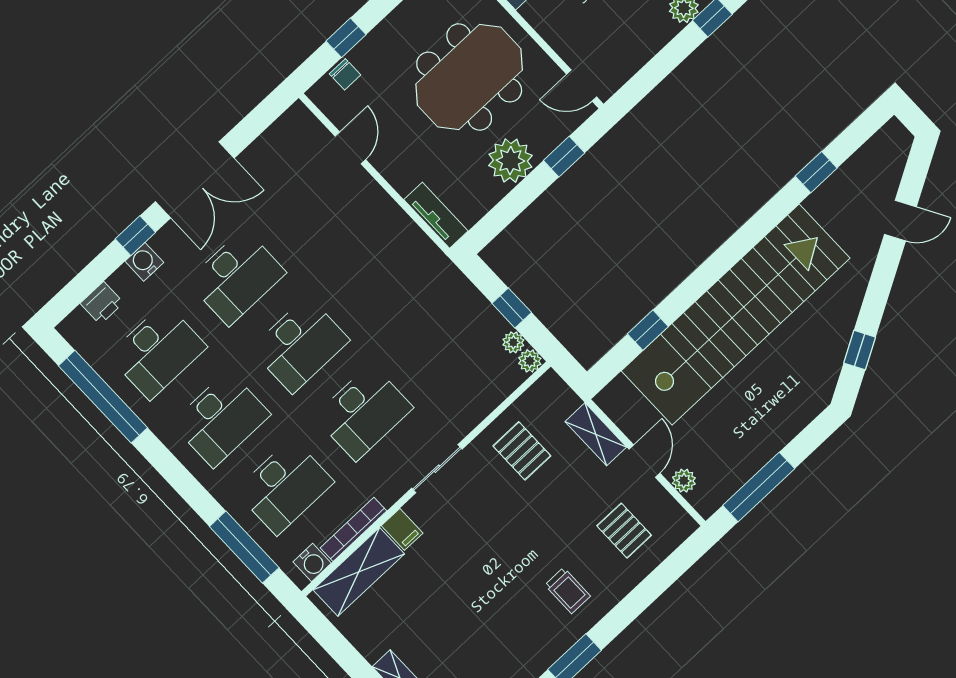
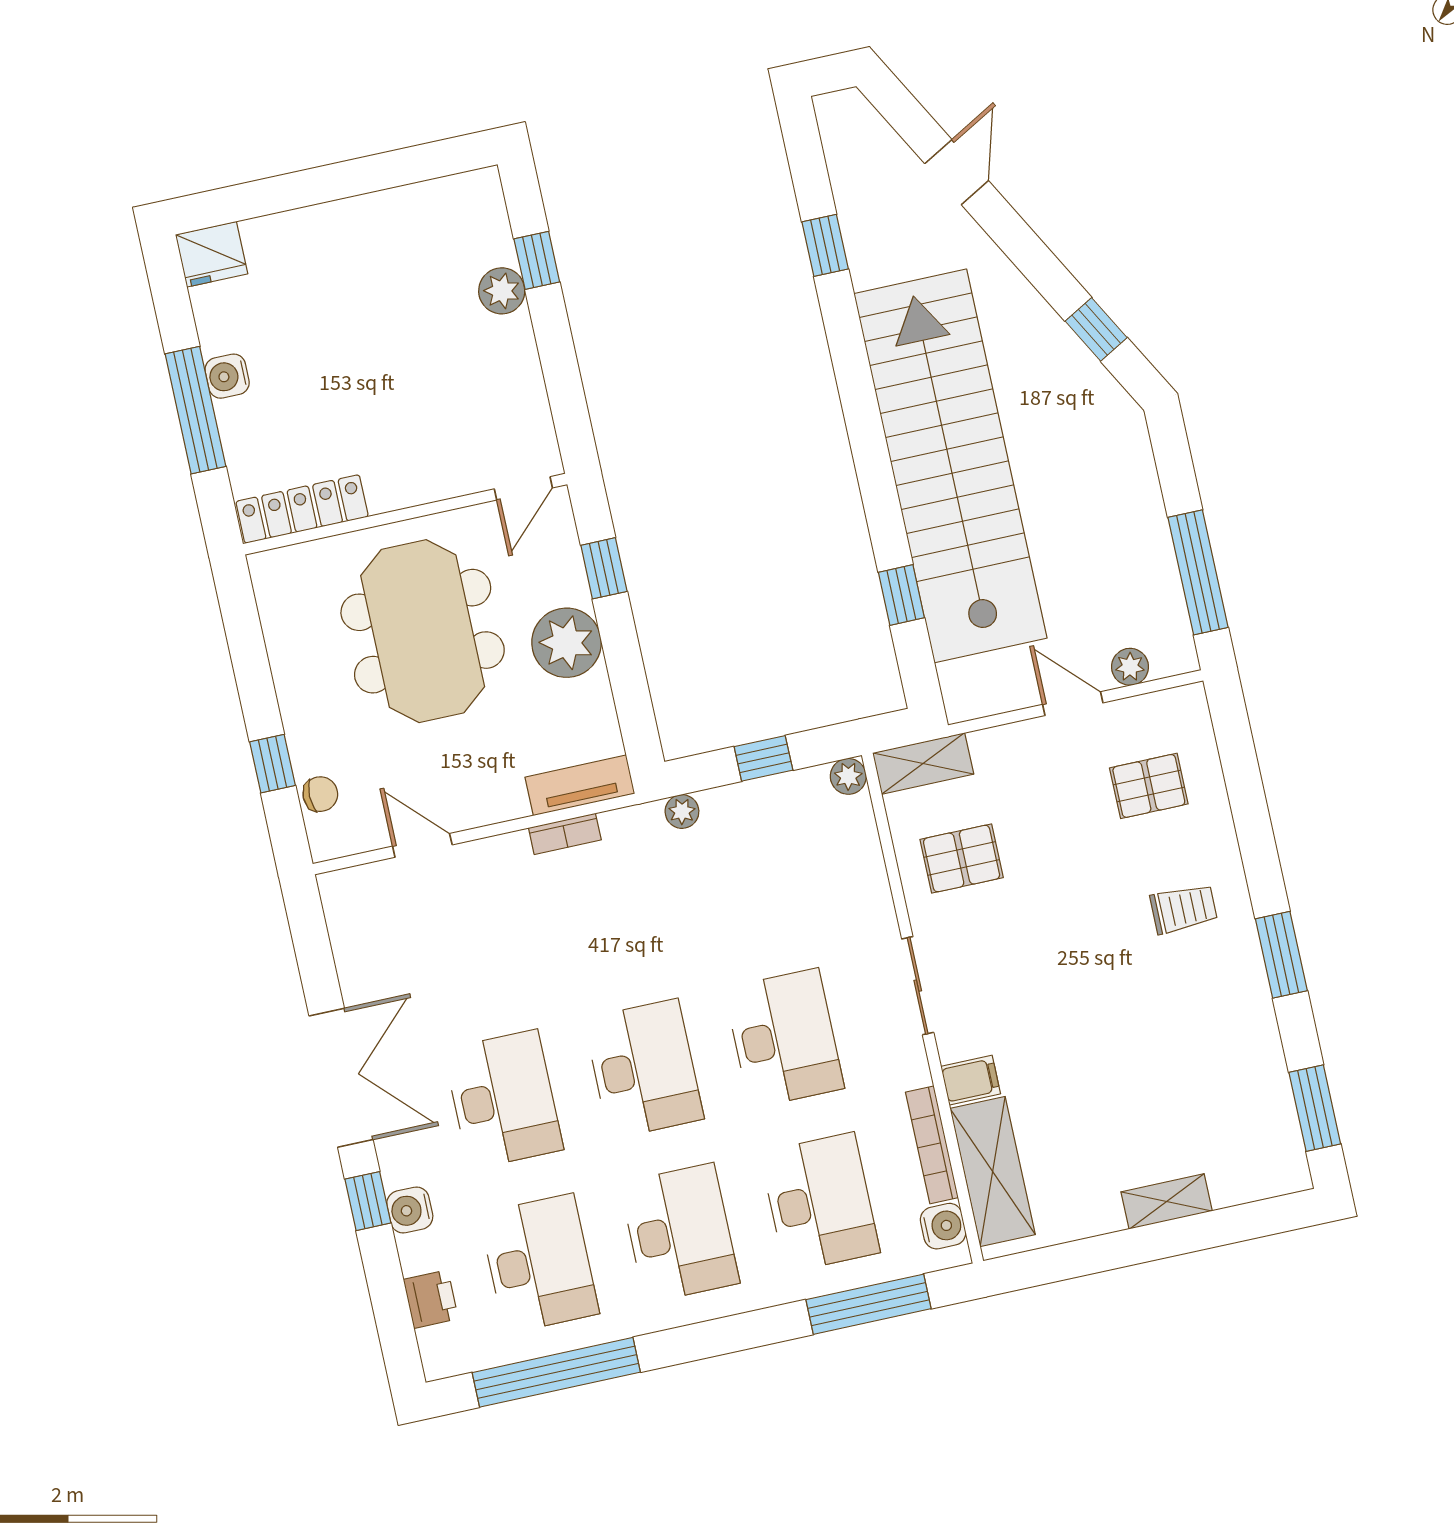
bookcase: (404, 223) -> (565, 834), added
plant: (513, 342) -> (682, 812), moved
shelving: (596, 434) -> (923, 763), moved

